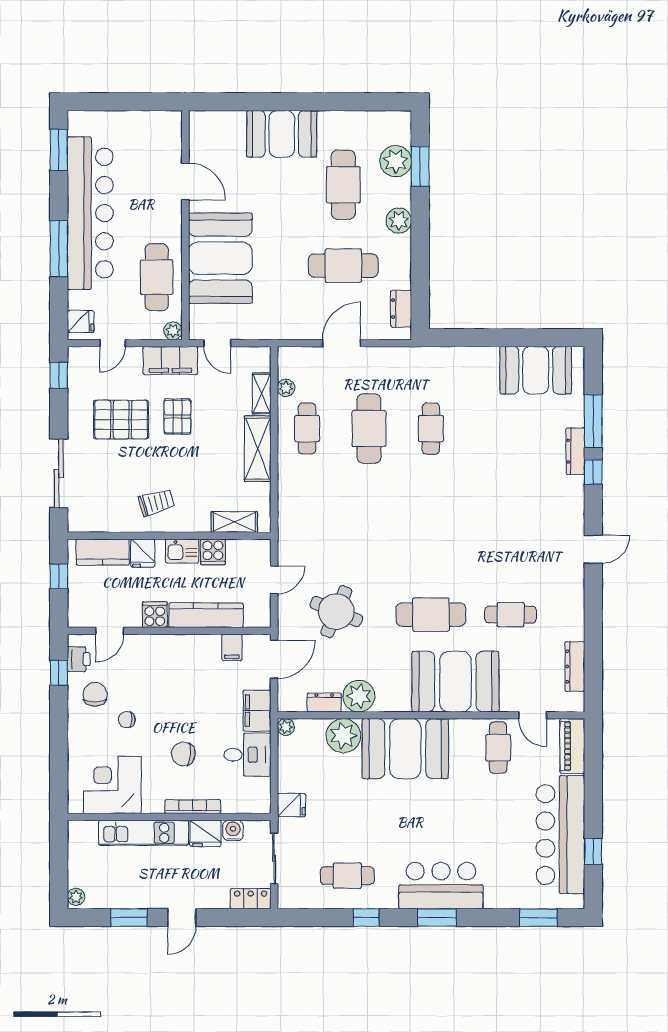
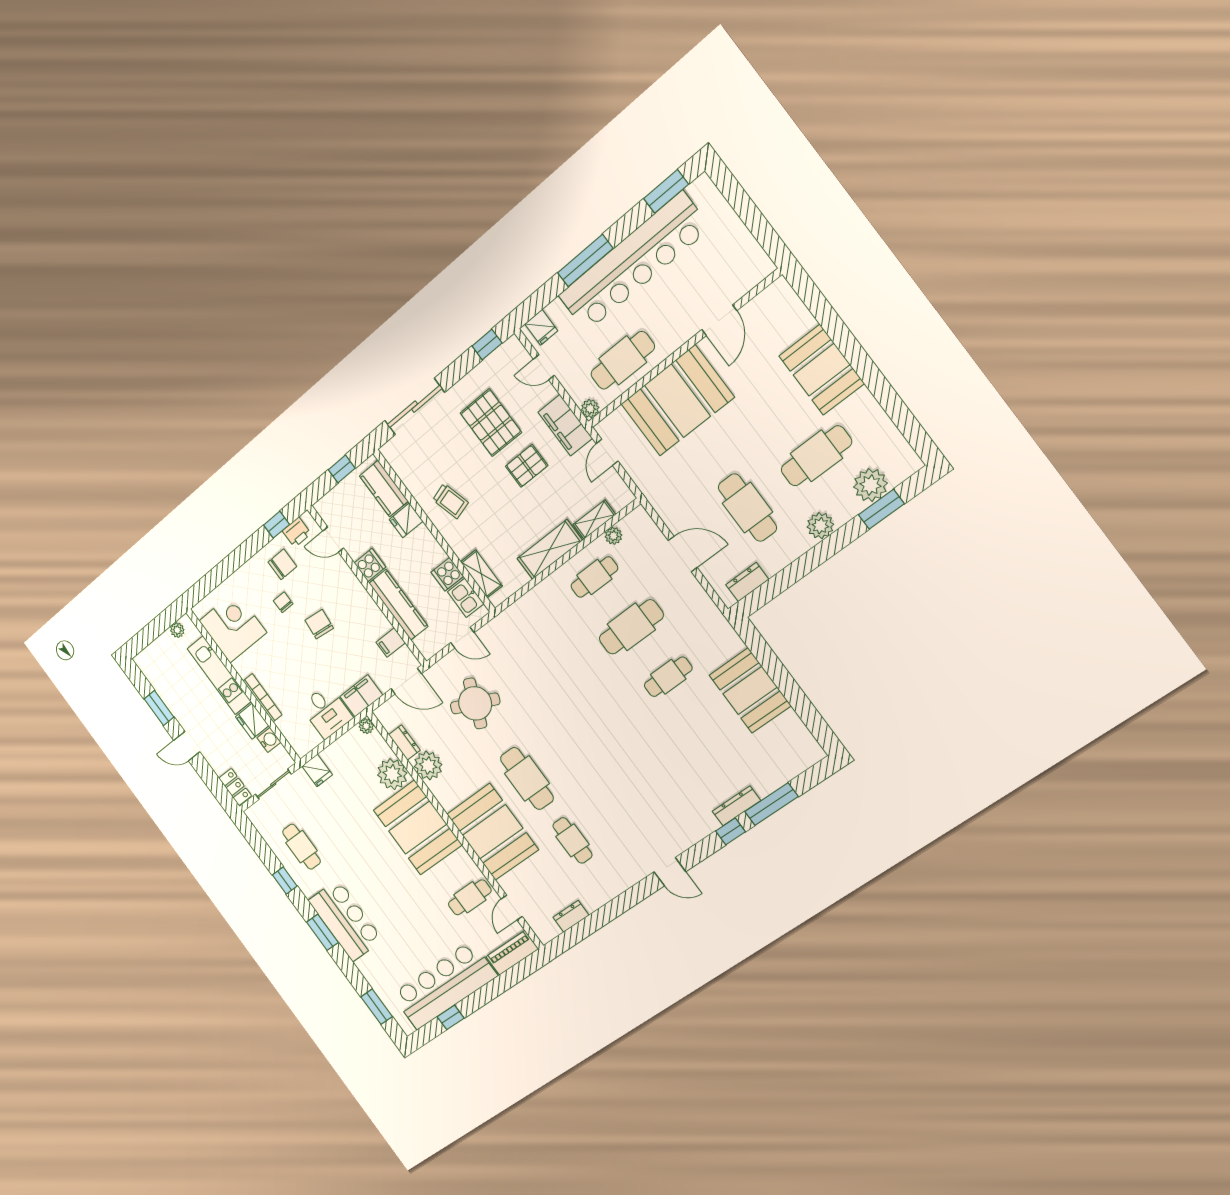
booth: (536, 370) -> (750, 690), moved
kitchen sink: (182, 551) -> (466, 598), moved
dresser: (575, 666) -> (571, 916), width x0.70
chair: (183, 754) -> (319, 624), moved
plant: (76, 897) -> (177, 630), moved

